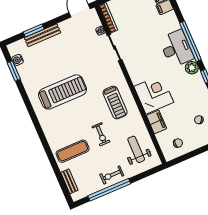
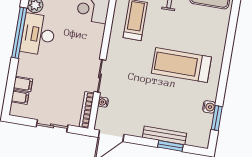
water cooler: (18, 60) -> (209, 107), moved

